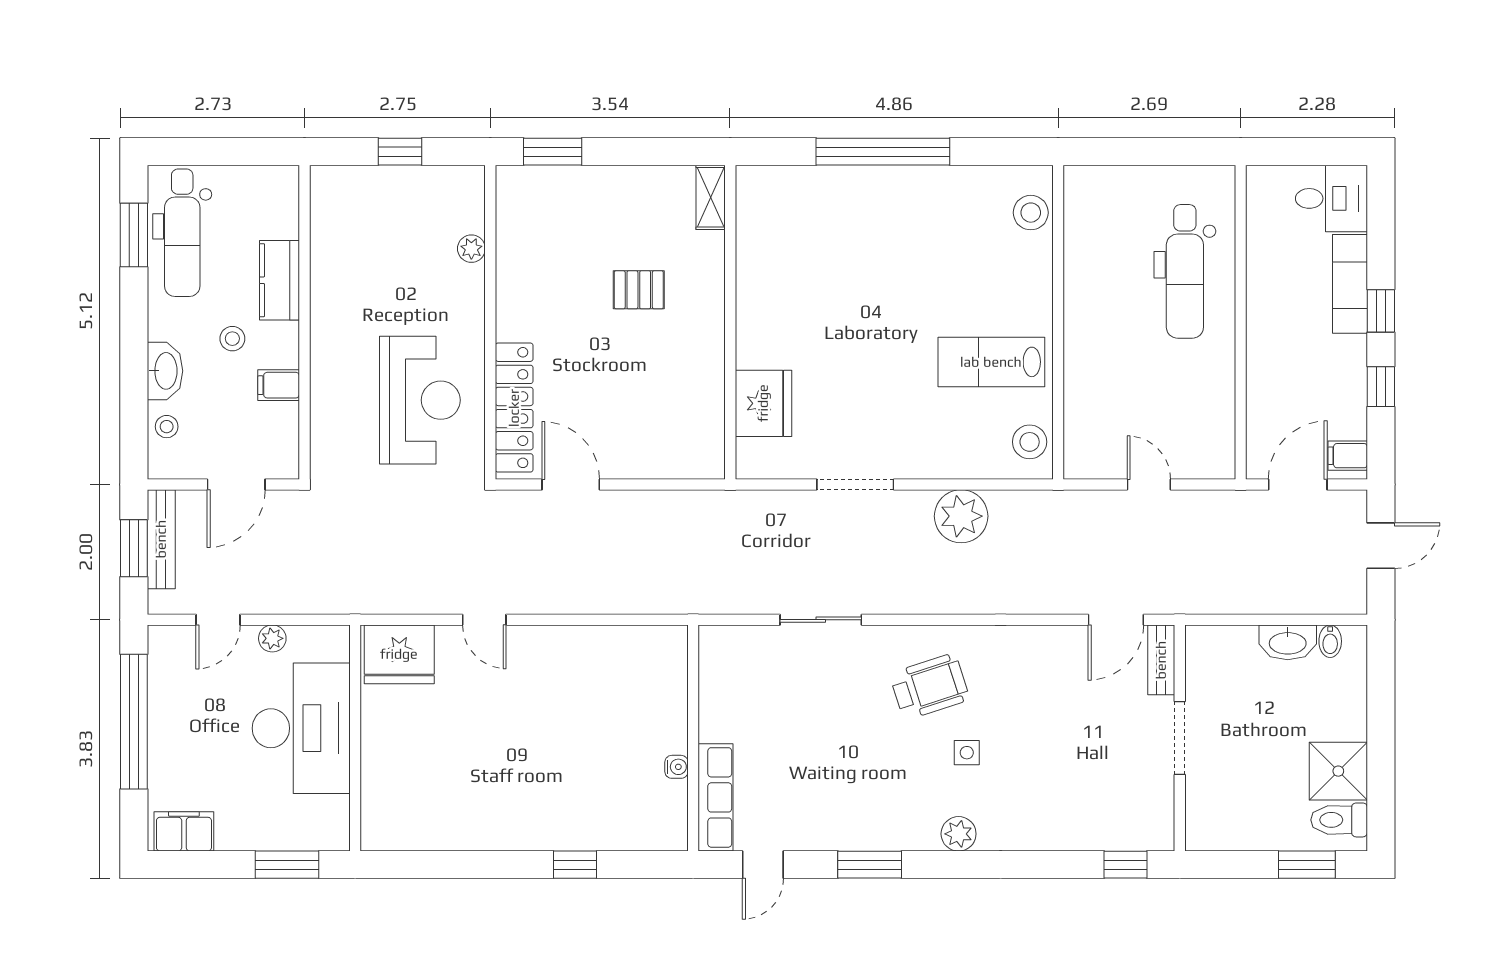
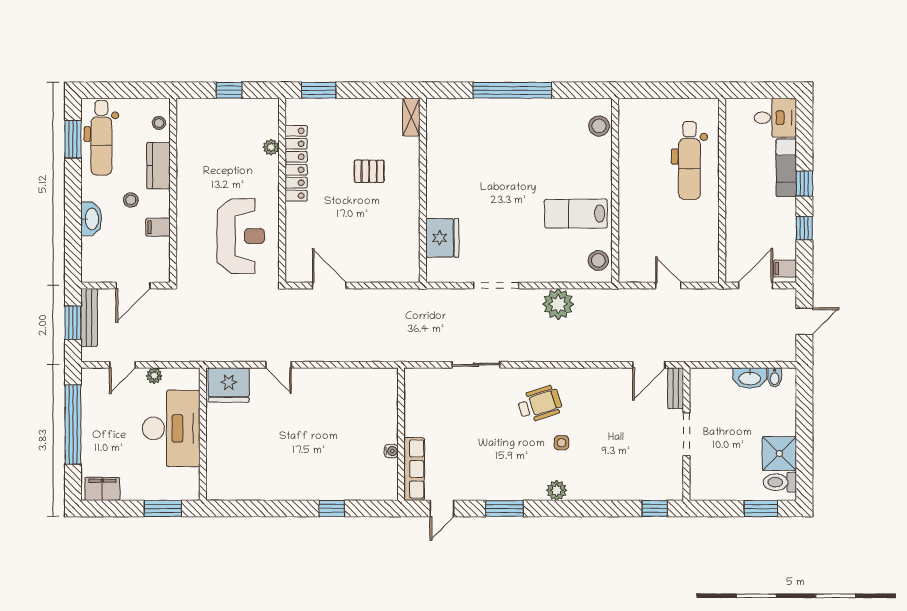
locker: (514, 408) -> (296, 163), moved
stool: (167, 427) -> (159, 123), moved

